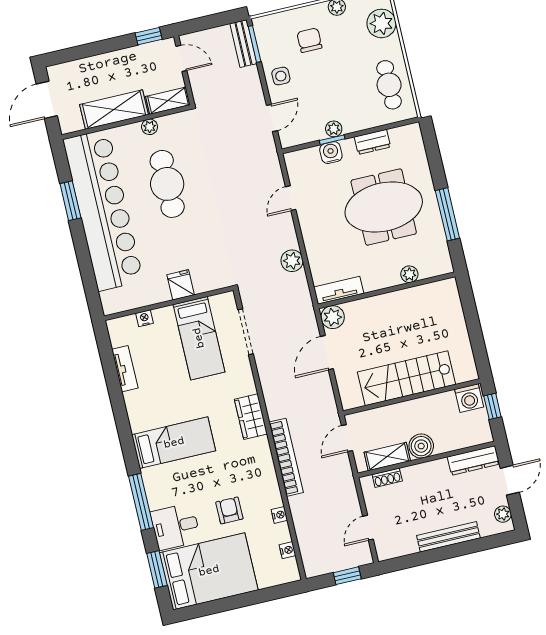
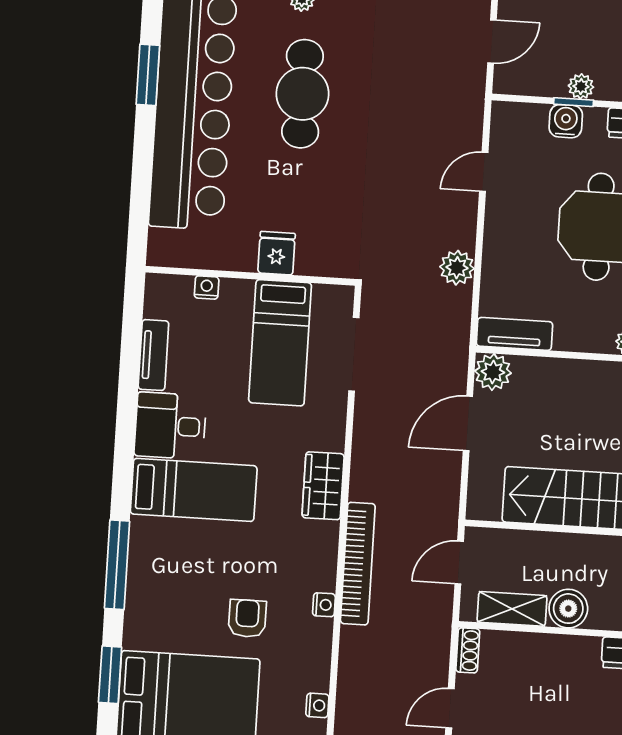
shoe rack: (387, 478) -> (468, 650), moved, turned -90
nightstand: (279, 515) -> (324, 605), moved
desk: (176, 526) -> (170, 426), moved

